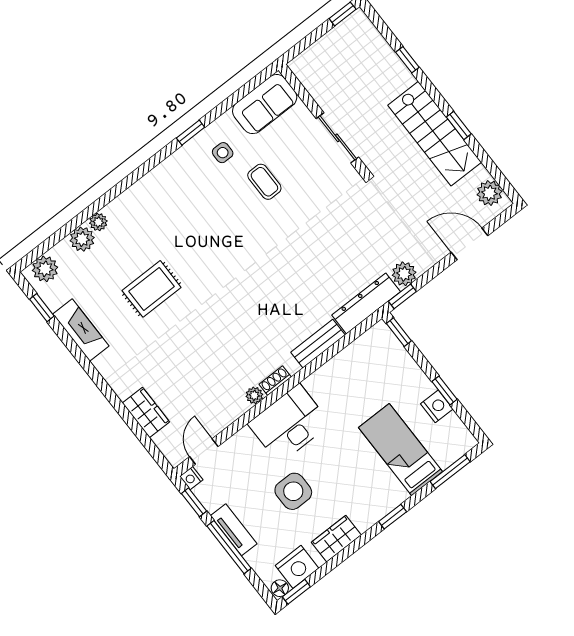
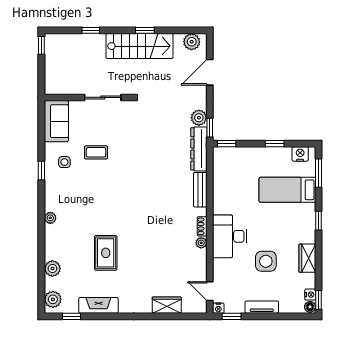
plant: (98, 222) -> (50, 218), moved
nightstand: (437, 406) -> (300, 154), moved
window: (229, 547) -> (269, 316), removed
nightstand: (297, 567) -> (310, 295), width x0.53, depth x0.56

